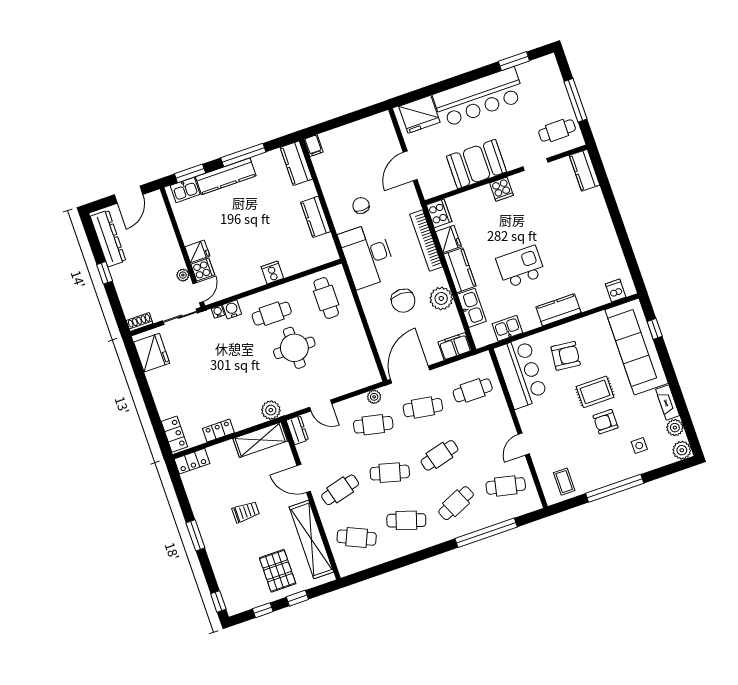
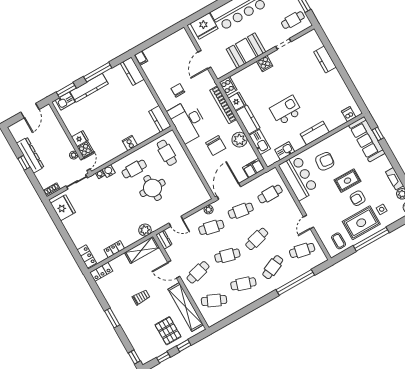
kitchen counter: (585, 170) -> (325, 59), moved
kitchen counter: (316, 217) -> (160, 119), moved
dresser: (108, 239) -> (30, 155), moved
sofa: (637, 347) -> (367, 139), width x0.74, depth x0.79
rug: (604, 460) -> (361, 223), added

